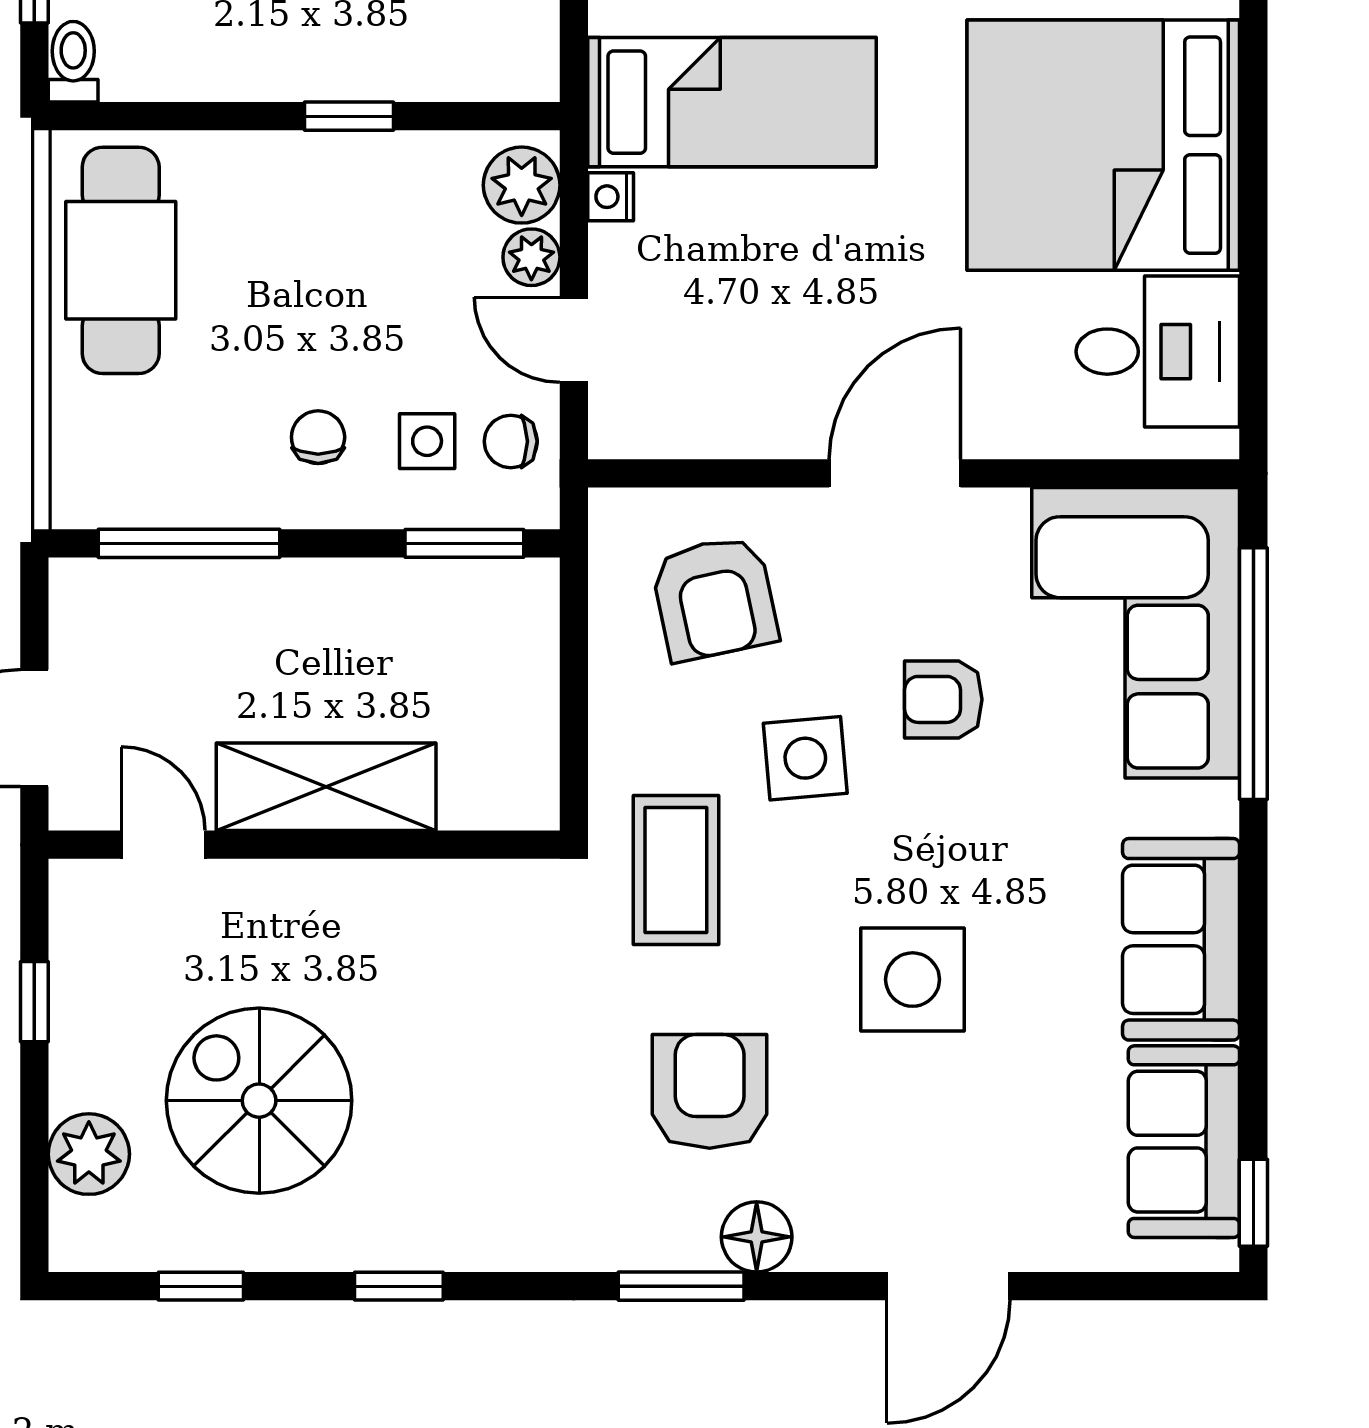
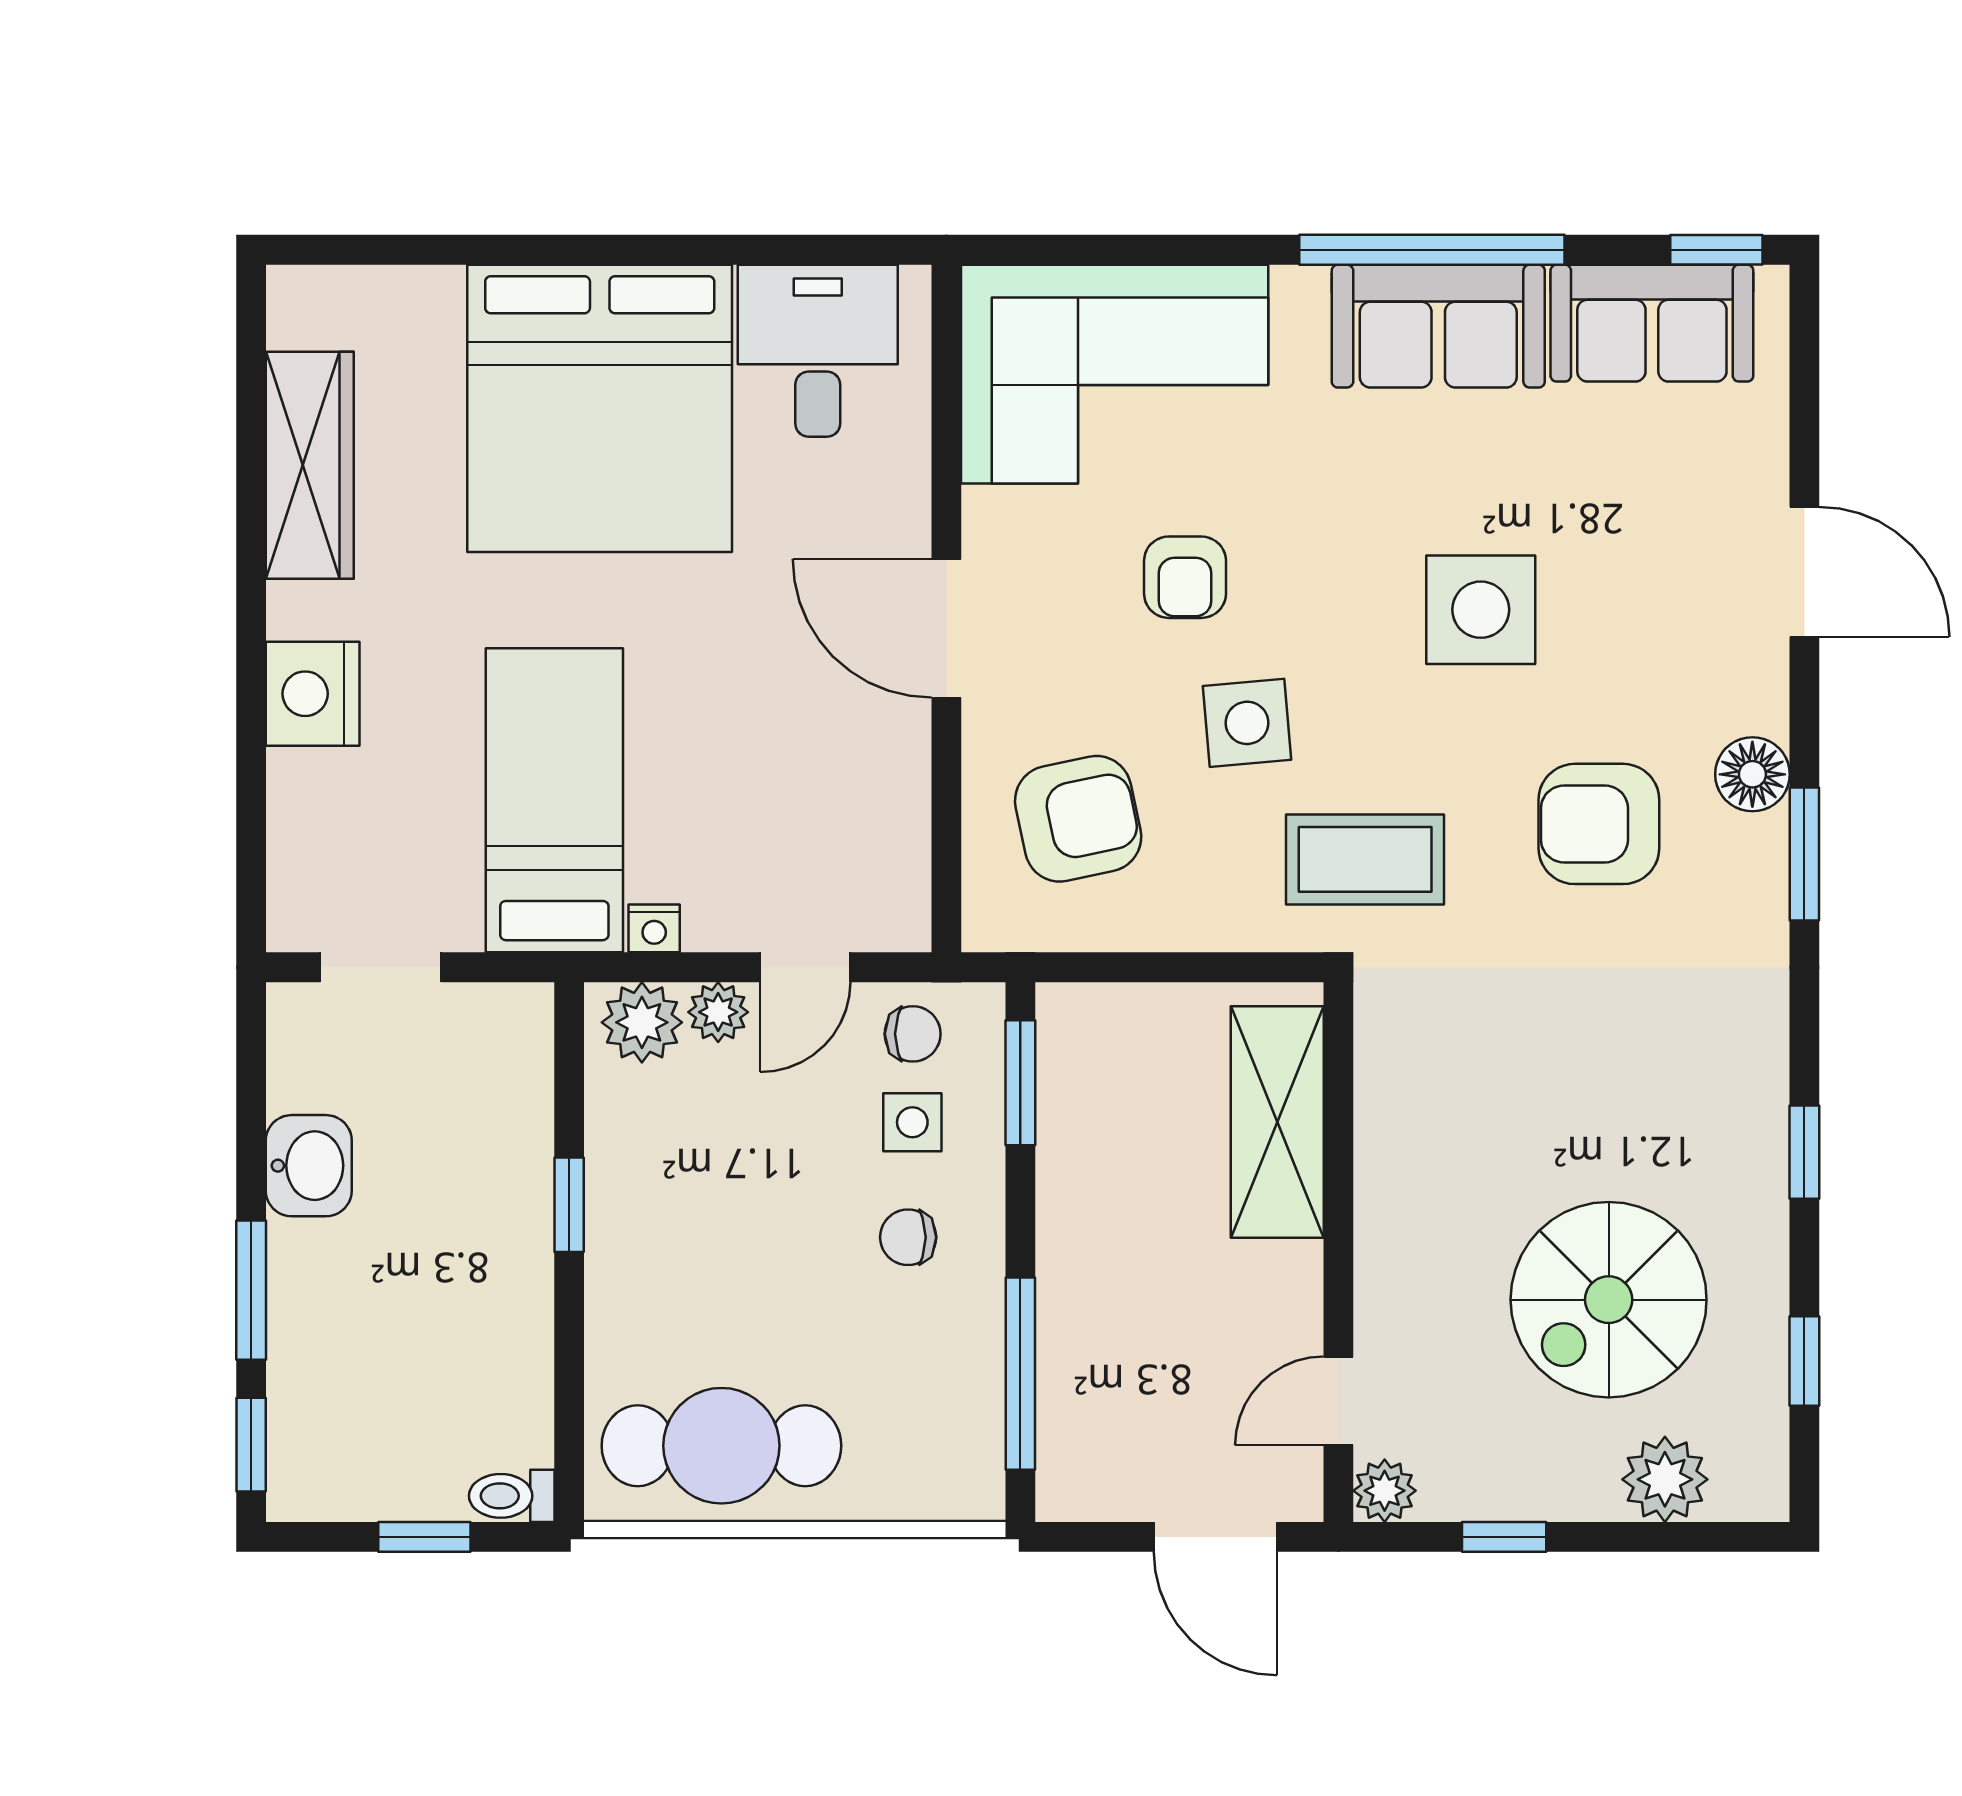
chair: (511, 441) -> (913, 1034), turned -90
window: (1253, 674) -> (1432, 250), moved
shelving: (326, 787) -> (1277, 1122), moved
plant: (78, 888) -> (1385, 1491), added

